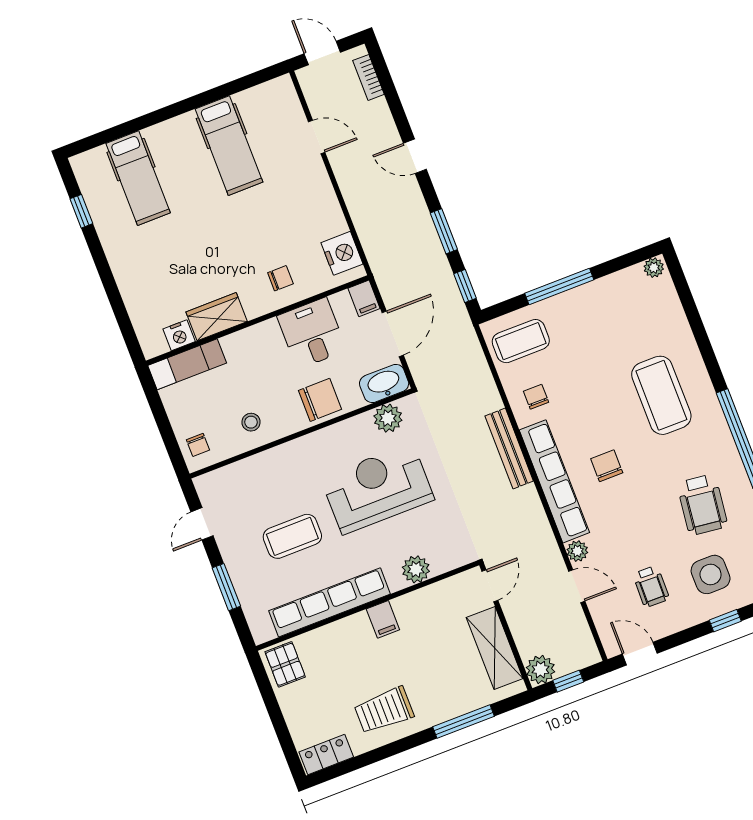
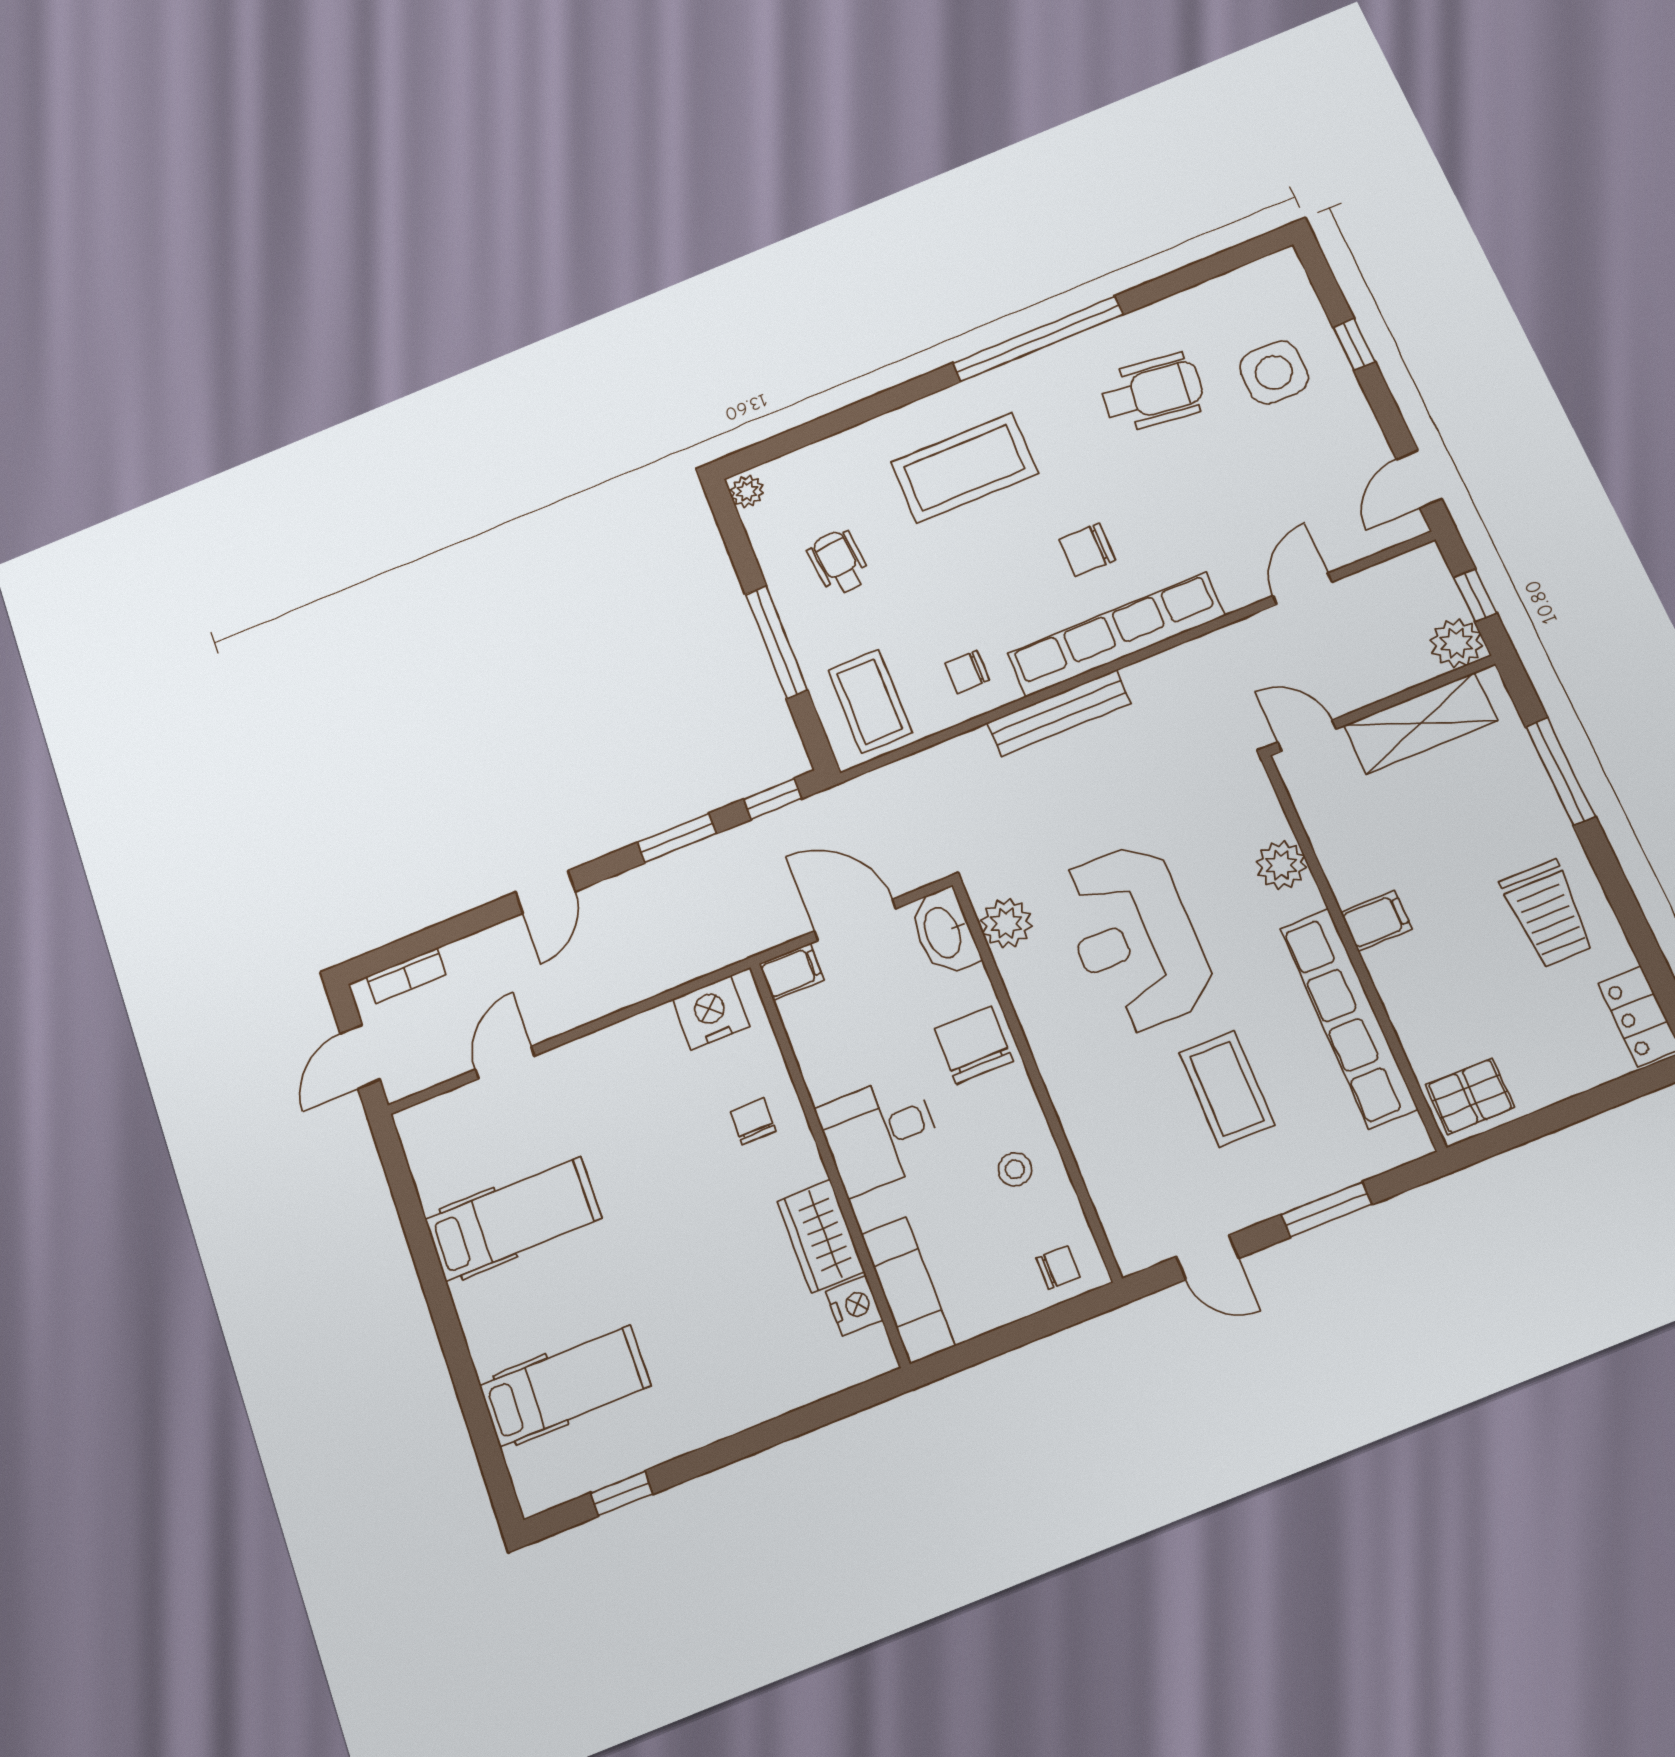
desk: (312, 333) -> (880, 1134), moved
plant: (577, 551) -> (1239, 591), removed
wheelchair: (651, 586) -> (839, 563), moved, turned -96

